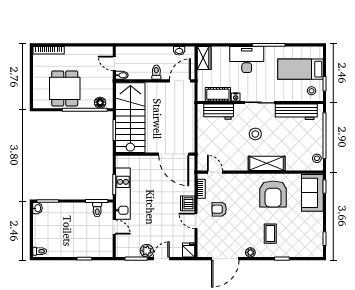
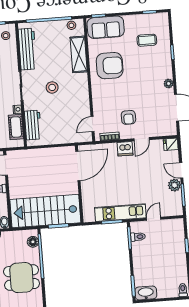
shelving: (267, 163) -> (79, 54), moved
washbasin: (37, 208) -> (146, 293), width x1.91, depth x1.45
coffee table: (270, 234) -> (147, 40), moved

